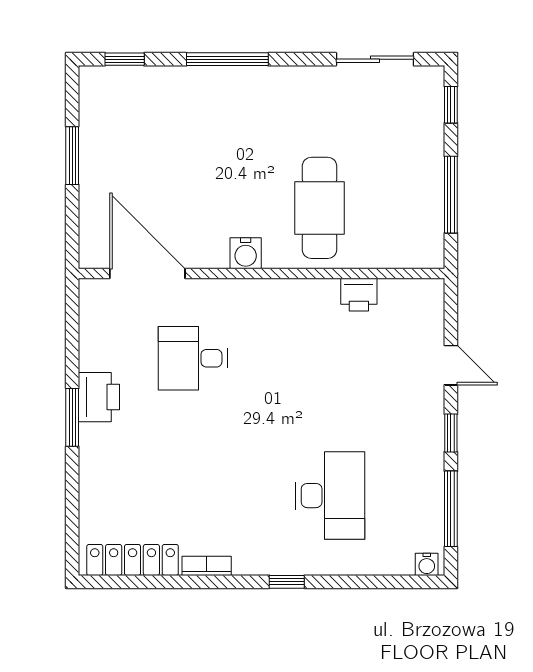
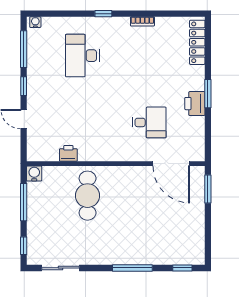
window: (72, 156) -> (208, 189), moved
water cooler: (246, 253) -> (34, 173), moved
locker: (133, 560) -> (197, 42), moved, turned 90

